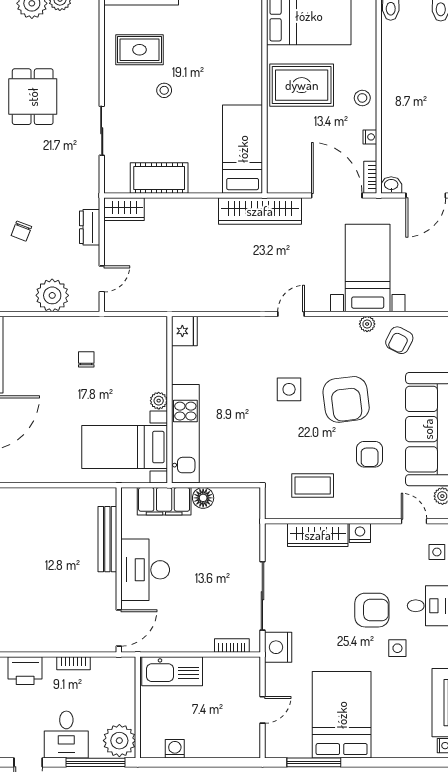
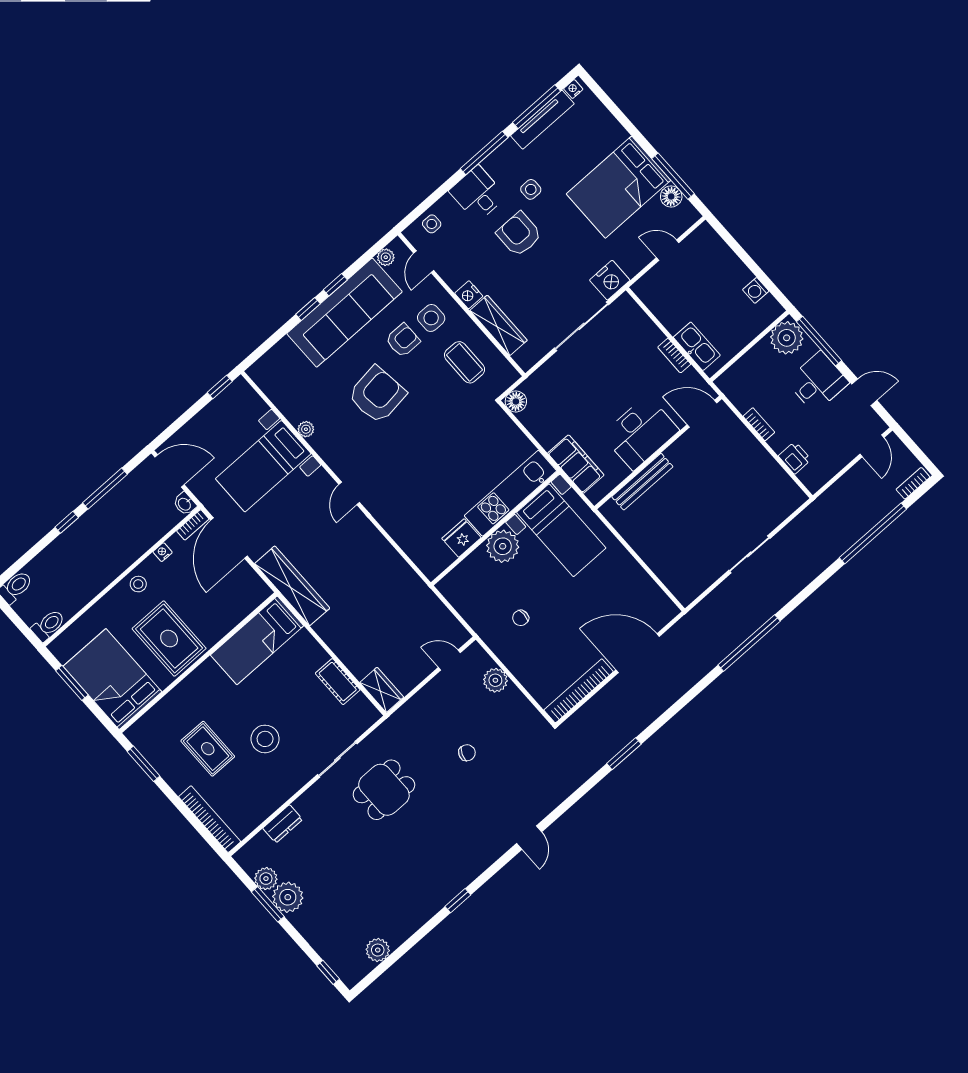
rug: (140, 50) -> (208, 749), moved
stool: (164, 90) -> (265, 739), width x1.89, depth x1.89
dining table: (33, 97) -> (384, 790), moved
cot: (159, 178) -> (338, 682), width x0.73, depth x0.75
dresser: (90, 227) -> (283, 824), moved
plant: (52, 295) -> (495, 680), width x0.73, depth x0.73
door: (291, 314) -> (349, 493), hinge flipped
fridge: (184, 331) -> (461, 538), moved
armchair: (399, 340) -> (297, 394), removed
side table: (289, 389) -> (431, 318), moved
plant: (159, 401) -> (503, 546), width x1.88, depth x1.88
floor lamp: (203, 498) -> (516, 401), moved
bookcase: (232, 646) -> (674, 356), moved
printer: (25, 671) -> (795, 458), width x0.73, depth x0.81
kitchen sink: (172, 671) -> (697, 346), width x0.73, depth x0.81
floor lamp: (300, 748) -> (671, 196), added

